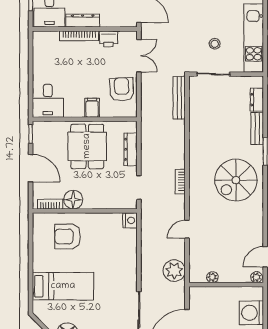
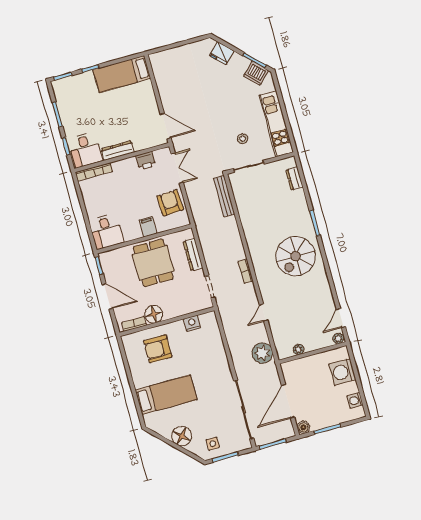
bookcase: (79, 36) -> (94, 172), moved
bench: (257, 129) -> (302, 204), removed
nightstand: (130, 220) -> (192, 323), moved, turned -90

